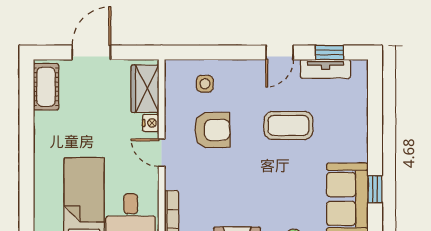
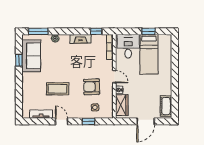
door: (280, 52) -> (62, 121), hinge flipped
window: (330, 52) -> (89, 121), moved

